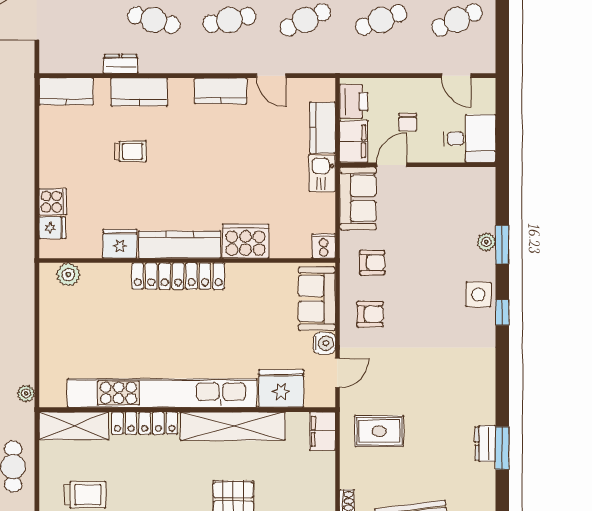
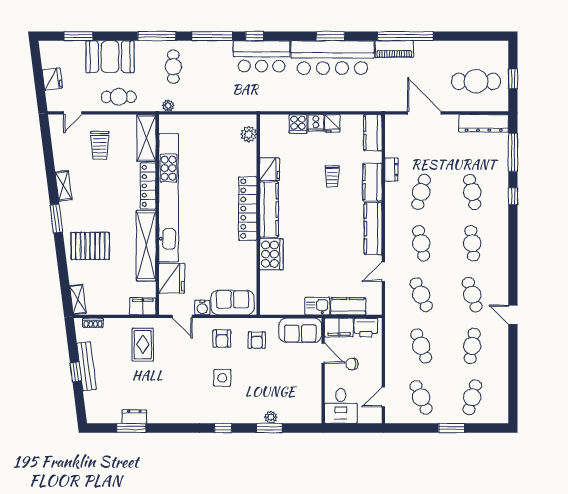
kitchen counter: (221, 91) -> (373, 229), width x1.50
fridge: (52, 228) -> (332, 123), moved
cooker: (324, 246) -> (316, 123), moved, turned 90
side table: (478, 294) -> (222, 378), moved

